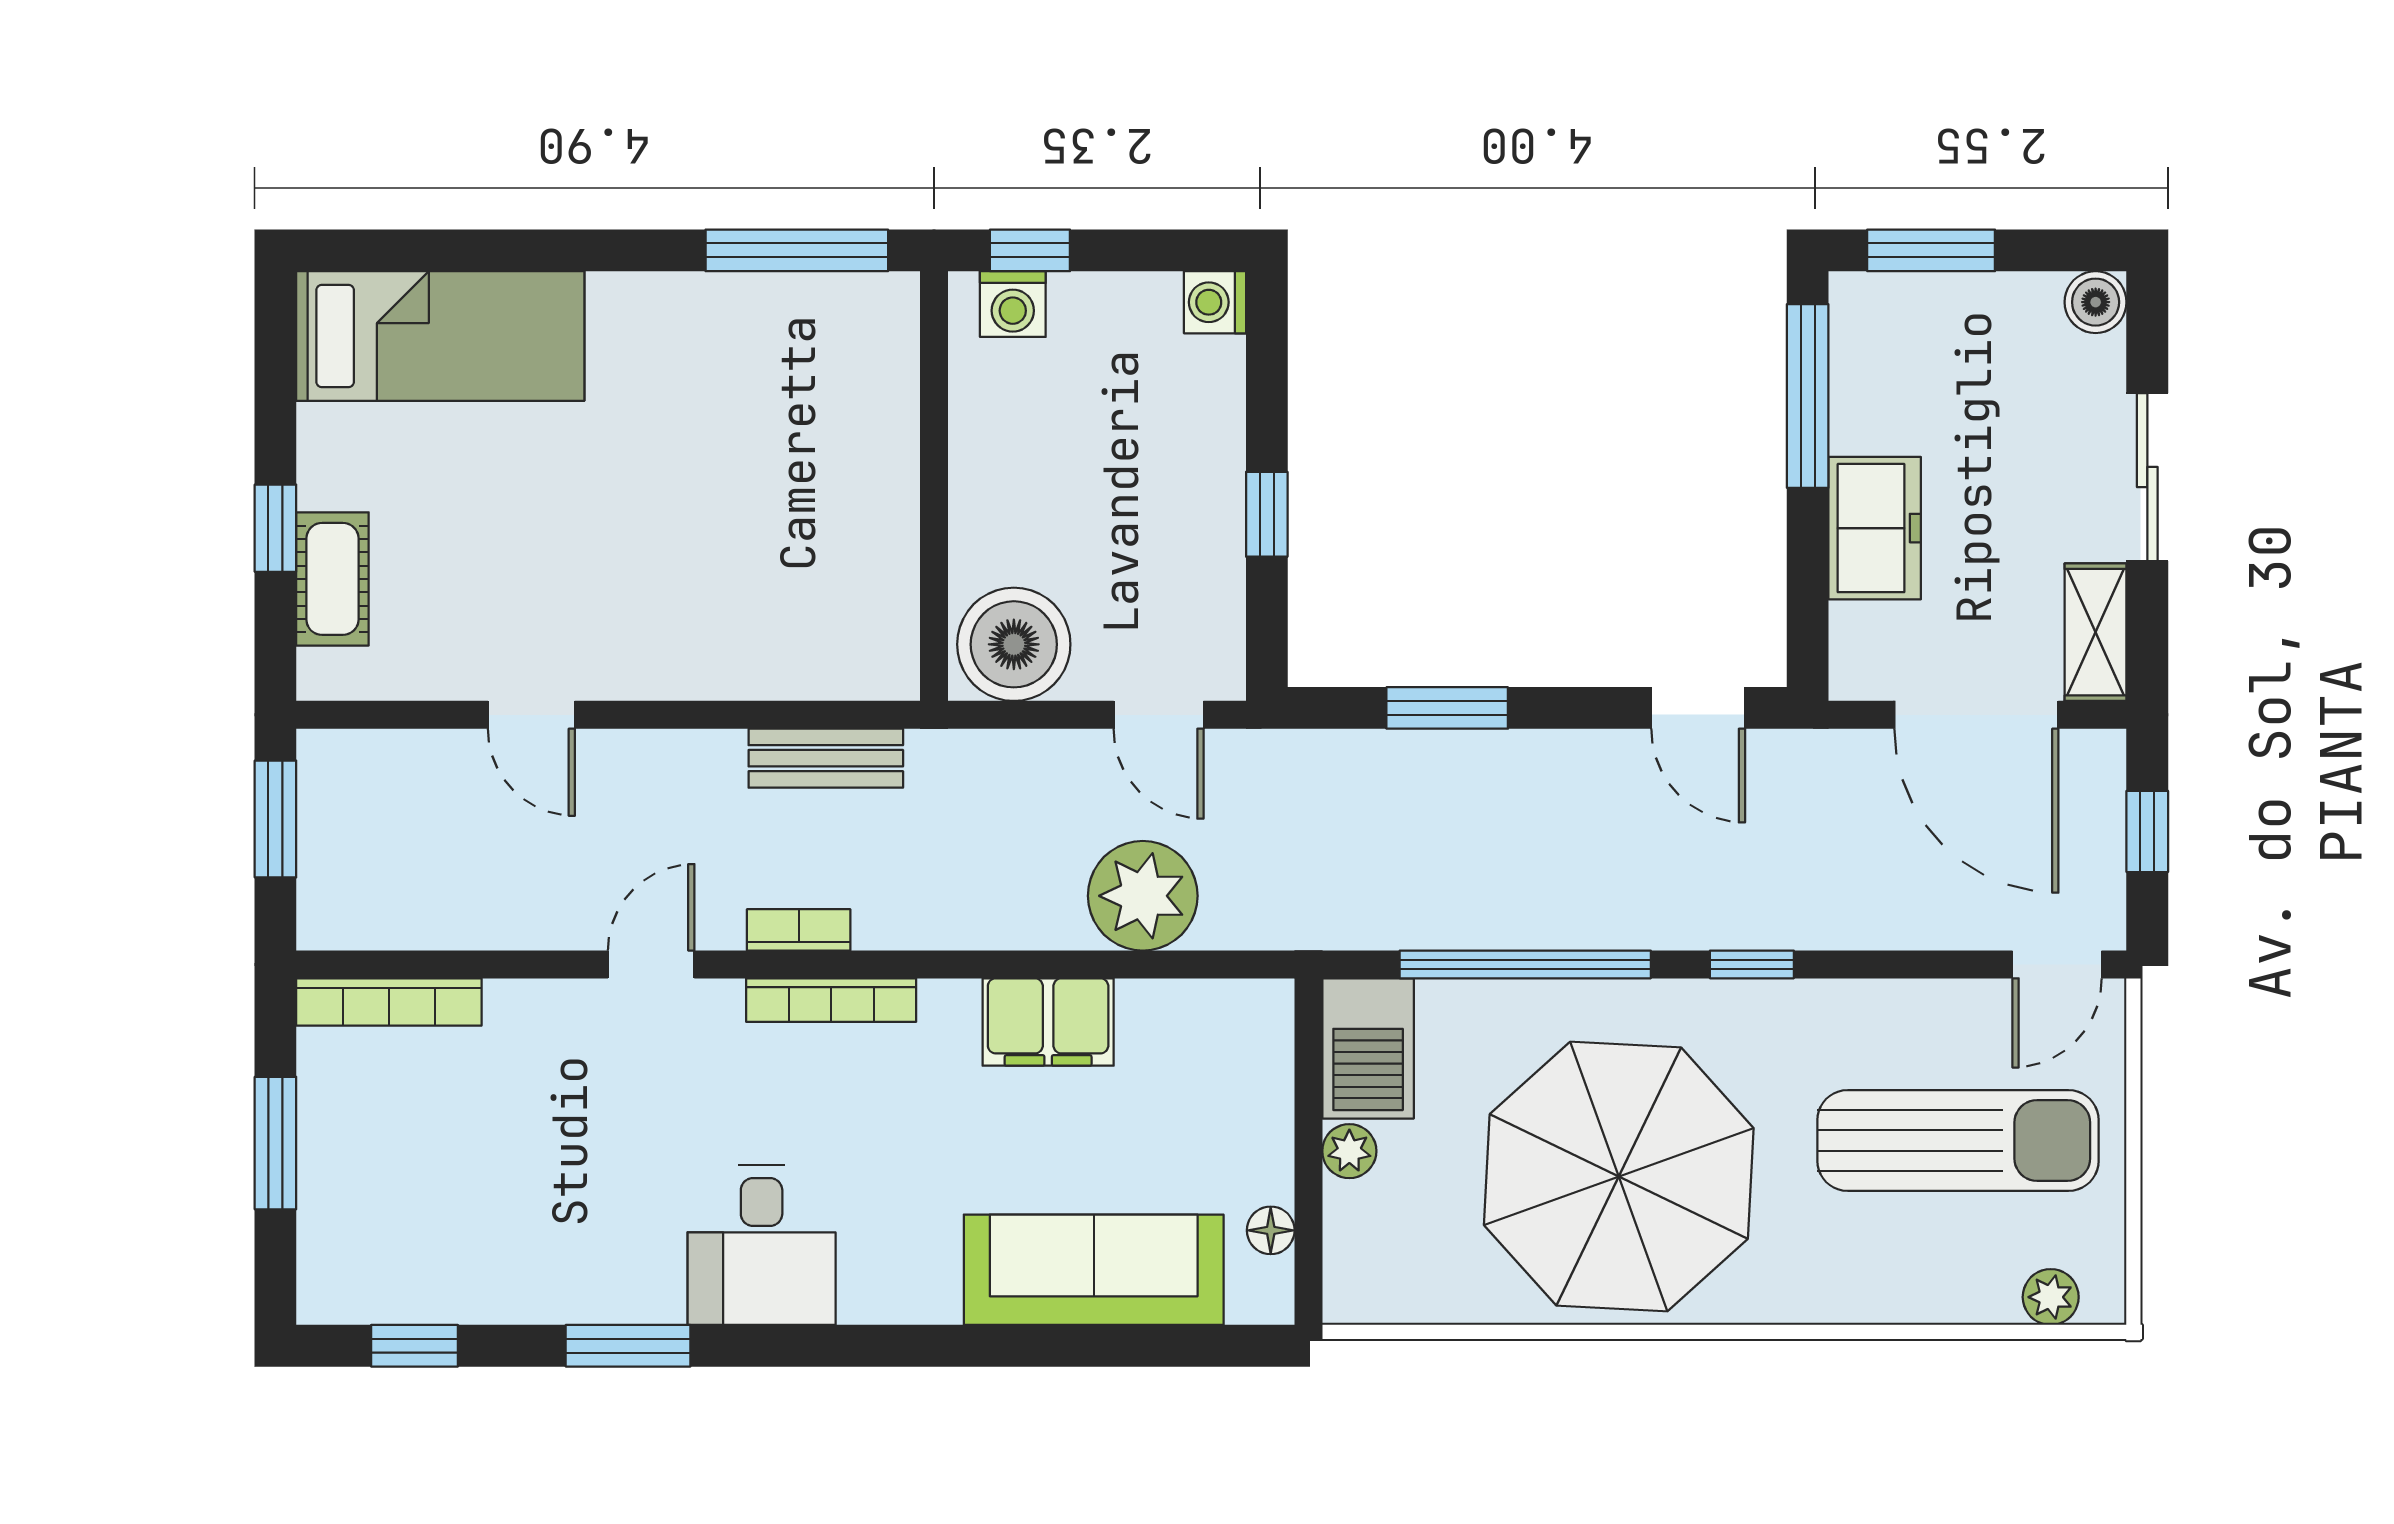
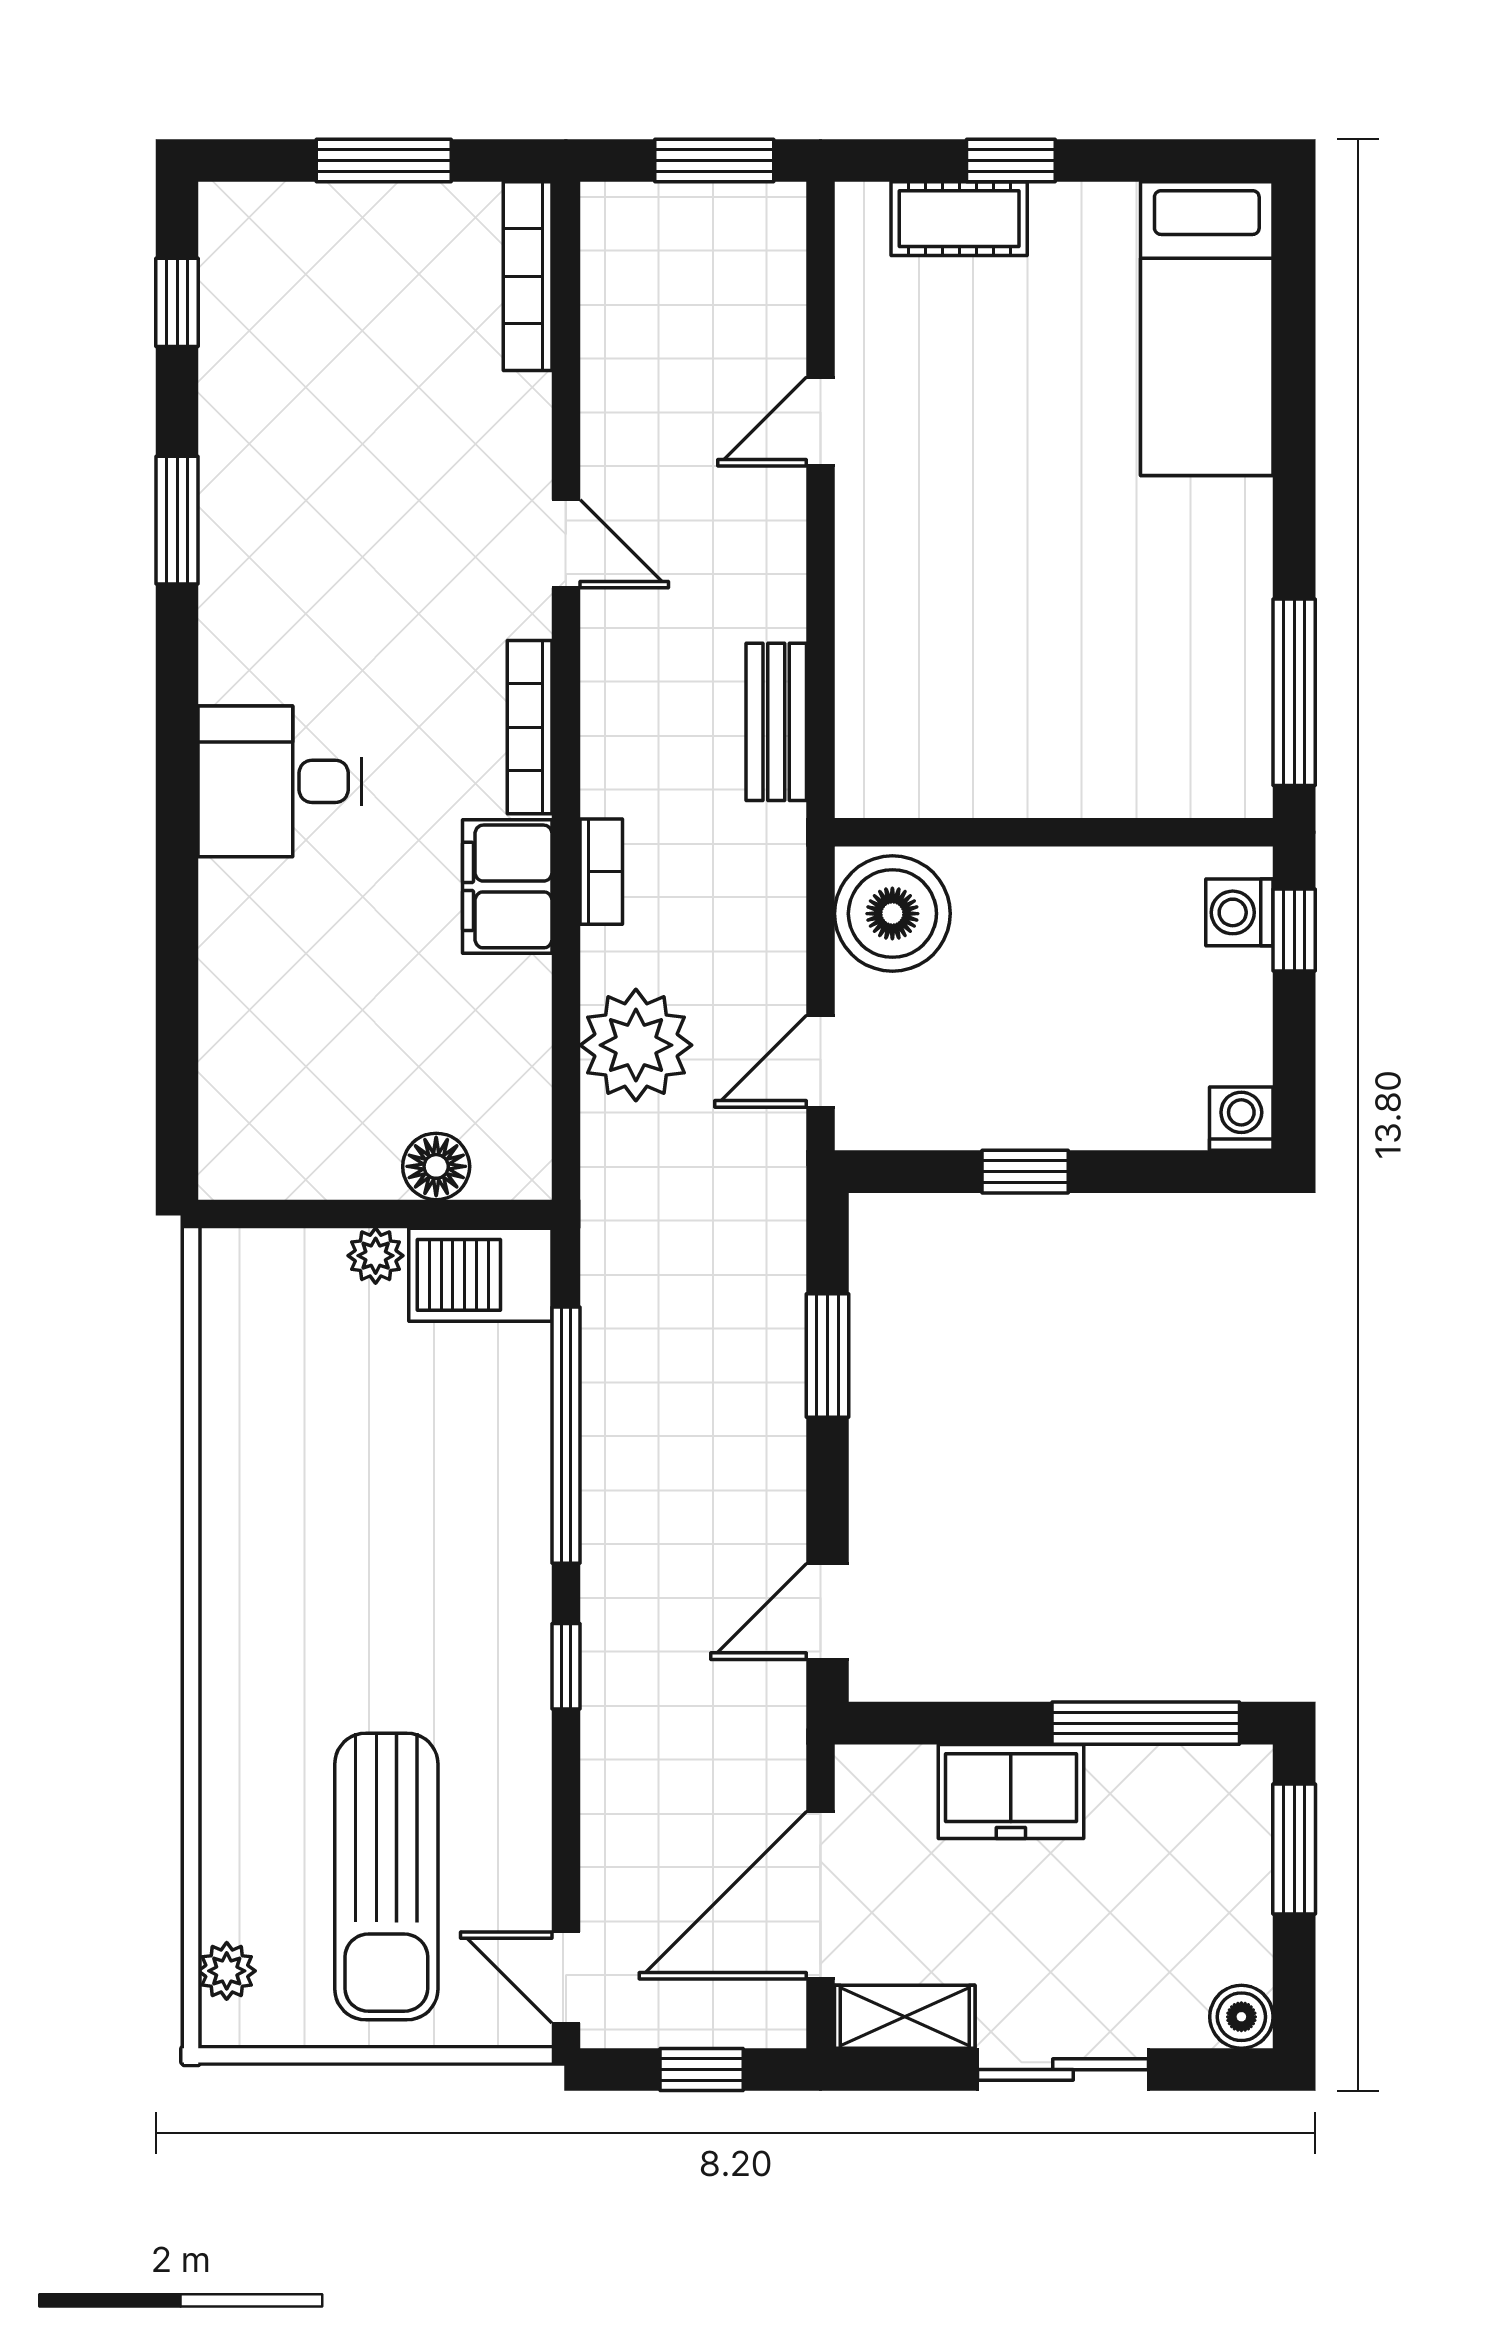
bookcase: (799, 930) -> (601, 872), moved
filing cabinet: (1048, 1022) -> (507, 886), moved
parasol: (1619, 1177) -> (350, 1530), removed
floor lamp: (1271, 1230) -> (436, 1166), moved, width x1.37, depth x1.37
desk: (762, 1245) -> (280, 781), moved
sofa: (1094, 1270) -> (255, 995), removed

